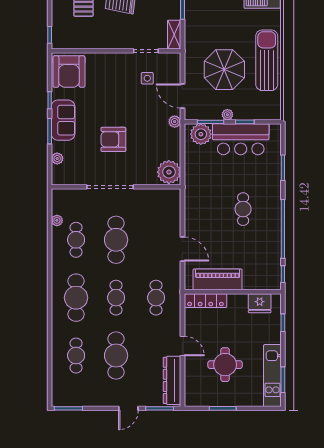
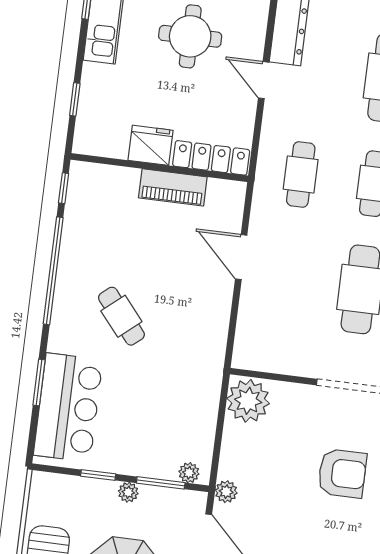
plant: (201, 134) -> (189, 473), width x0.53, depth x0.53
bar counter: (241, 139) -> (68, 407), moved, turned 90
cafe table: (243, 209) -> (121, 316), turned -40
piano: (218, 279) -> (173, 187), width x0.73, depth x0.75
fridge: (260, 303) -> (151, 145), moved

